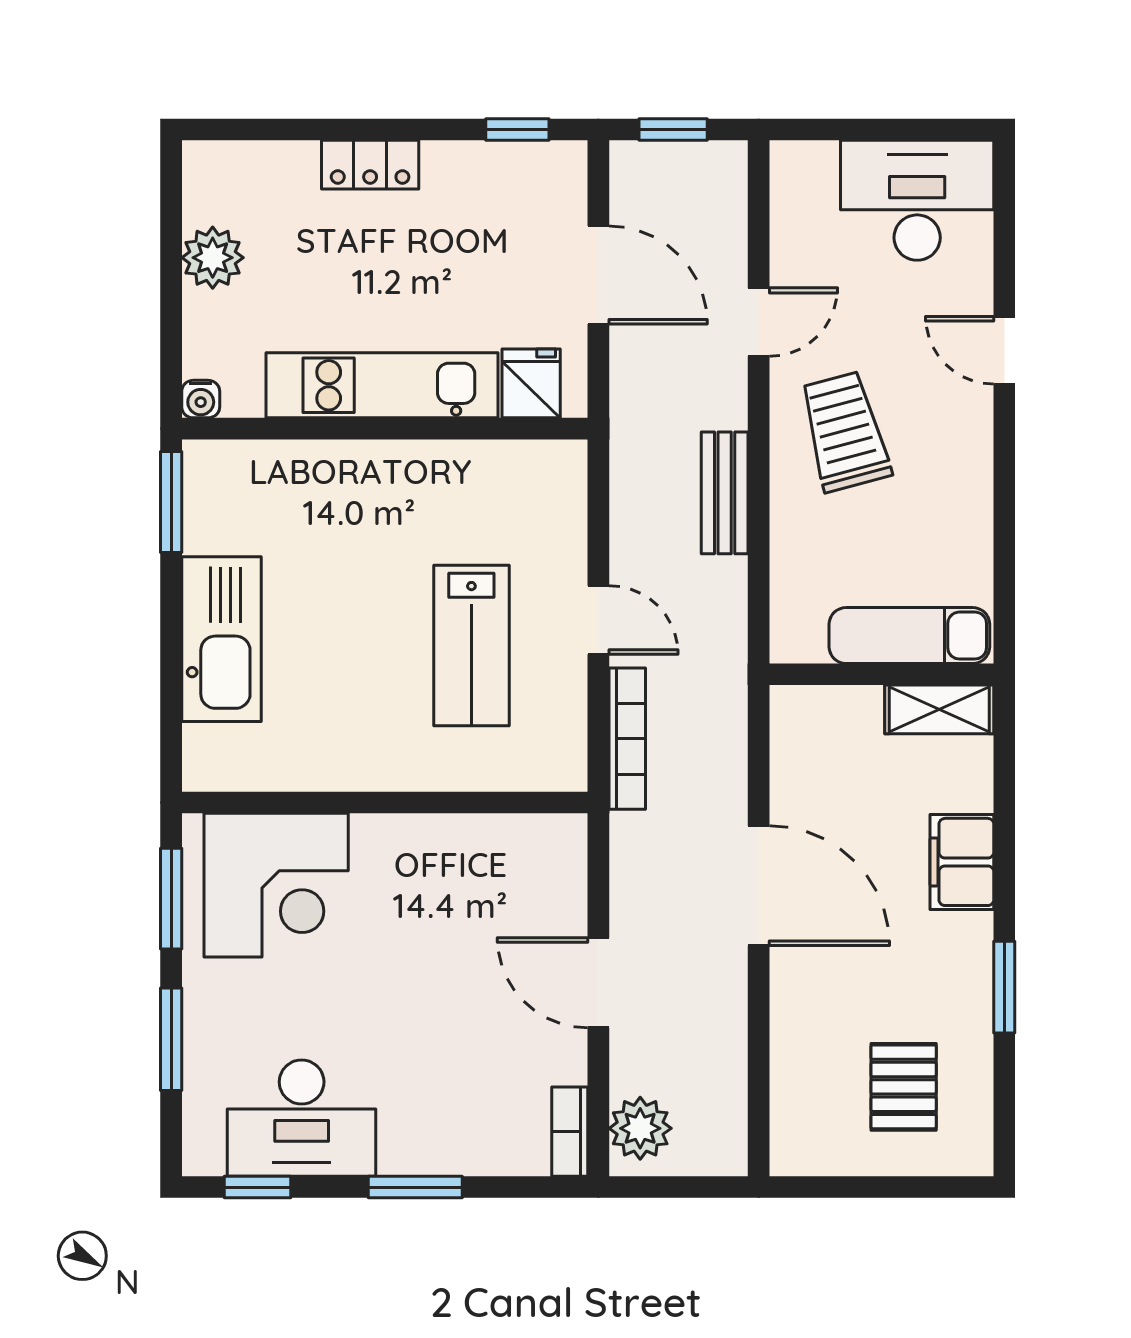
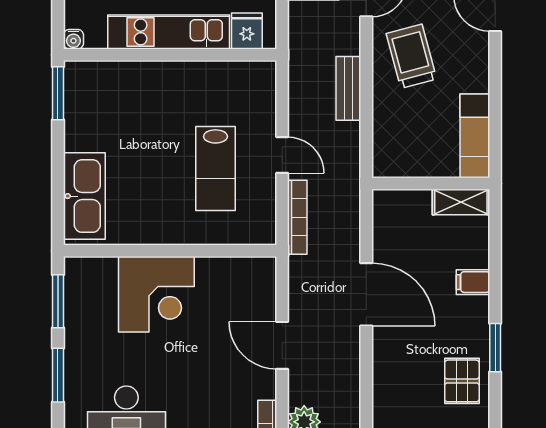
exam couch: (909, 636) -> (475, 136), moved, turned -90
kitchen sink: (221, 639) -> (84, 196), moved
filing cabinet: (962, 862) -> (473, 282), width x0.50
corner desk: (276, 885) -> (156, 294), moved
pallet: (904, 1087) -> (462, 381), moved

